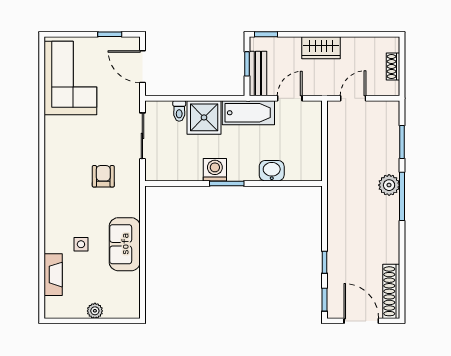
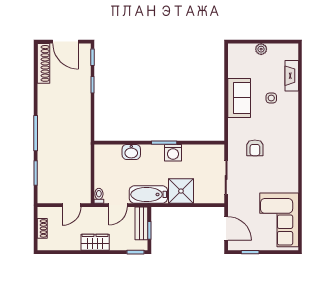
toilet: (179, 111) -> (99, 196), moved
plant: (389, 185) -> (45, 141), removed

